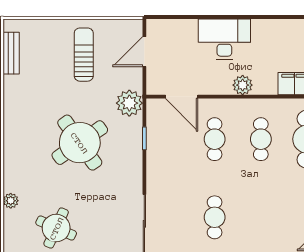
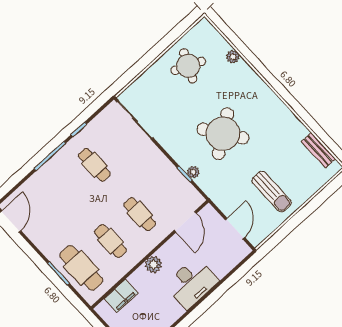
door: (182, 97) -> (185, 222), swing flipped
plant: (129, 103) -> (193, 172), moved, width x0.53, depth x0.53

